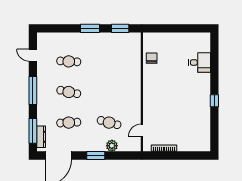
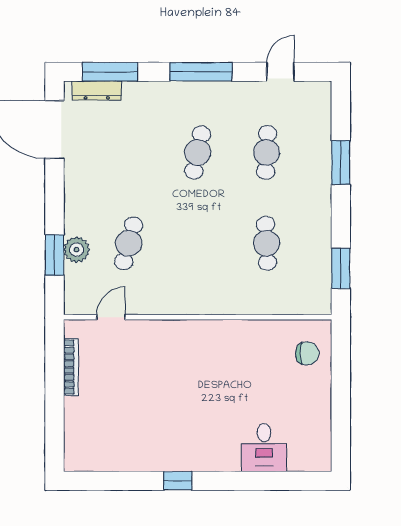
window: (90, 28) -> (341, 162), moved
chair: (152, 58) -> (307, 353), moved
cafe table: (69, 123) -> (267, 243), moved
door: (142, 130) -> (111, 317), hinge flipped
window: (96, 155) -> (54, 255), moved

